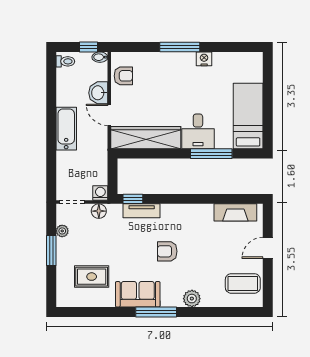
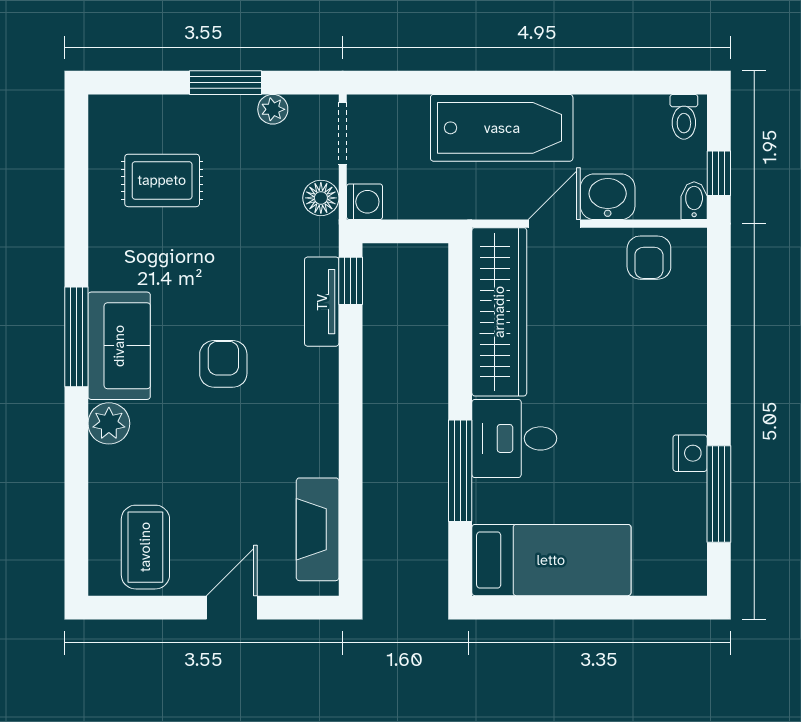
window: (180, 47) -> (719, 494), moved
bathtub: (66, 129) -> (502, 128), width x1.36, depth x1.36
door: (268, 248) -> (232, 608), hinge flipped
rug: (92, 277) -> (162, 180), turned 90
sofa: (138, 294) -> (119, 346), moved

